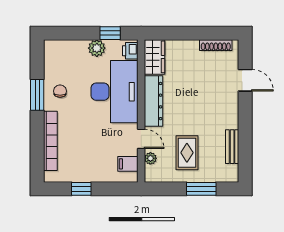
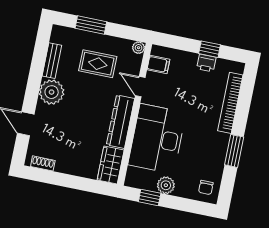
shoe rack: (216, 45) -> (43, 163), width x0.70
printer: (130, 51) -> (206, 63), moved, turned 90
chair: (60, 91) -> (206, 187), moved
plant: (226, 116) -> (52, 92), added
rug: (187, 153) -> (98, 64), turned 90
plant: (150, 158) -> (139, 48), moved

